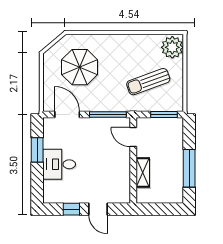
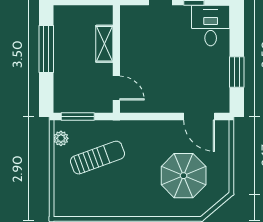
plant: (172, 47) -> (61, 138), moved, width x0.53, depth x0.53
window: (108, 114) -> (148, 116), removed
desk: (59, 164) -> (211, 25), moved, turned -90

